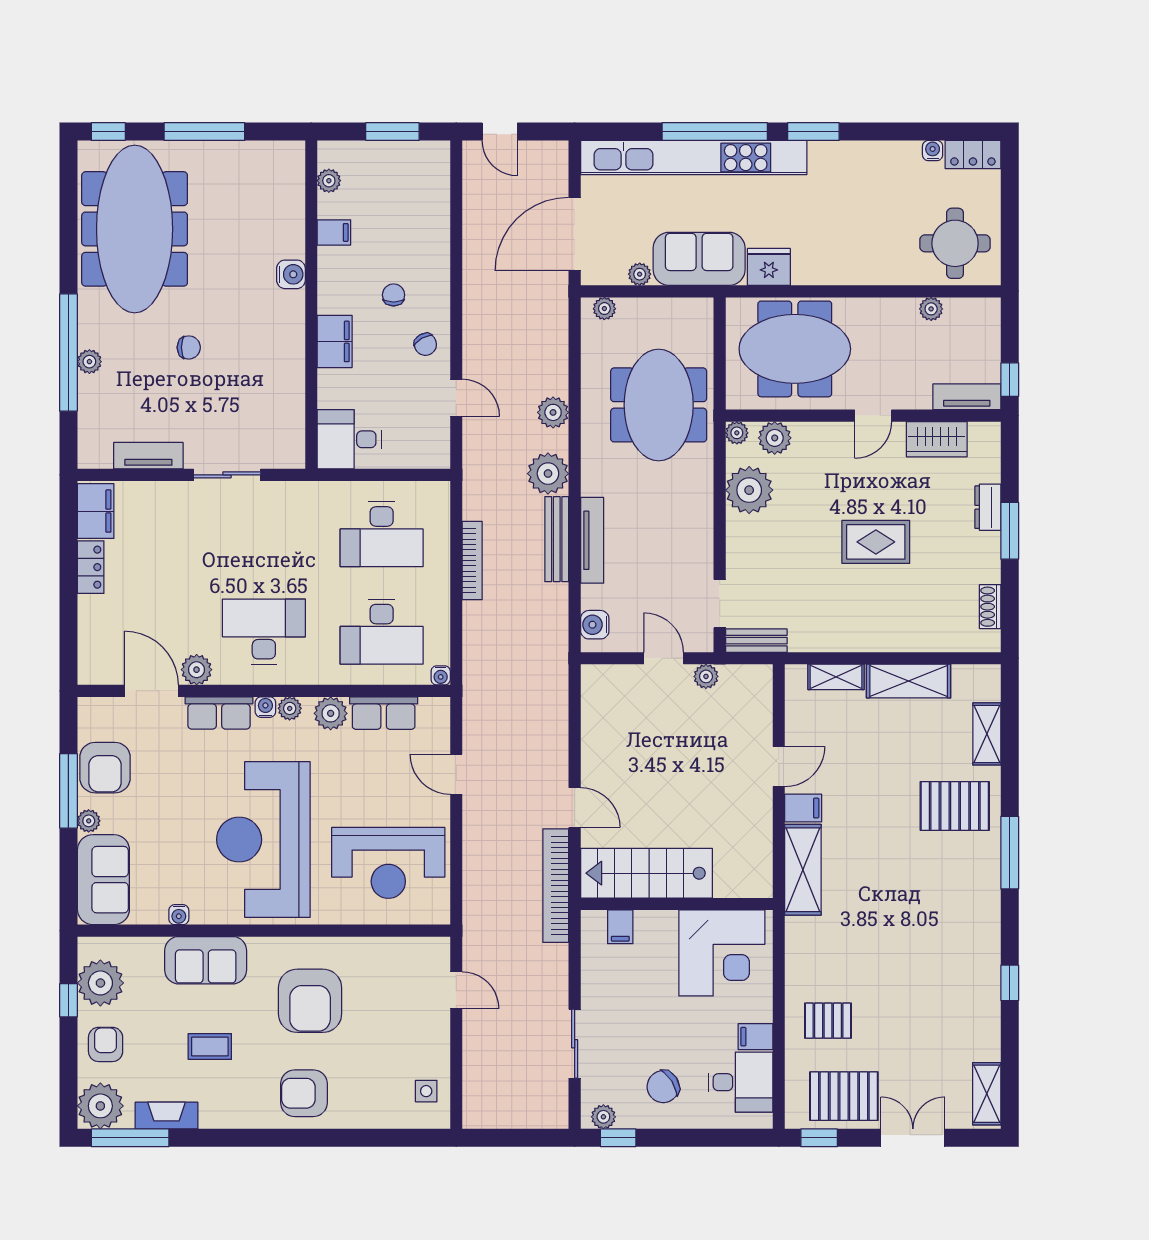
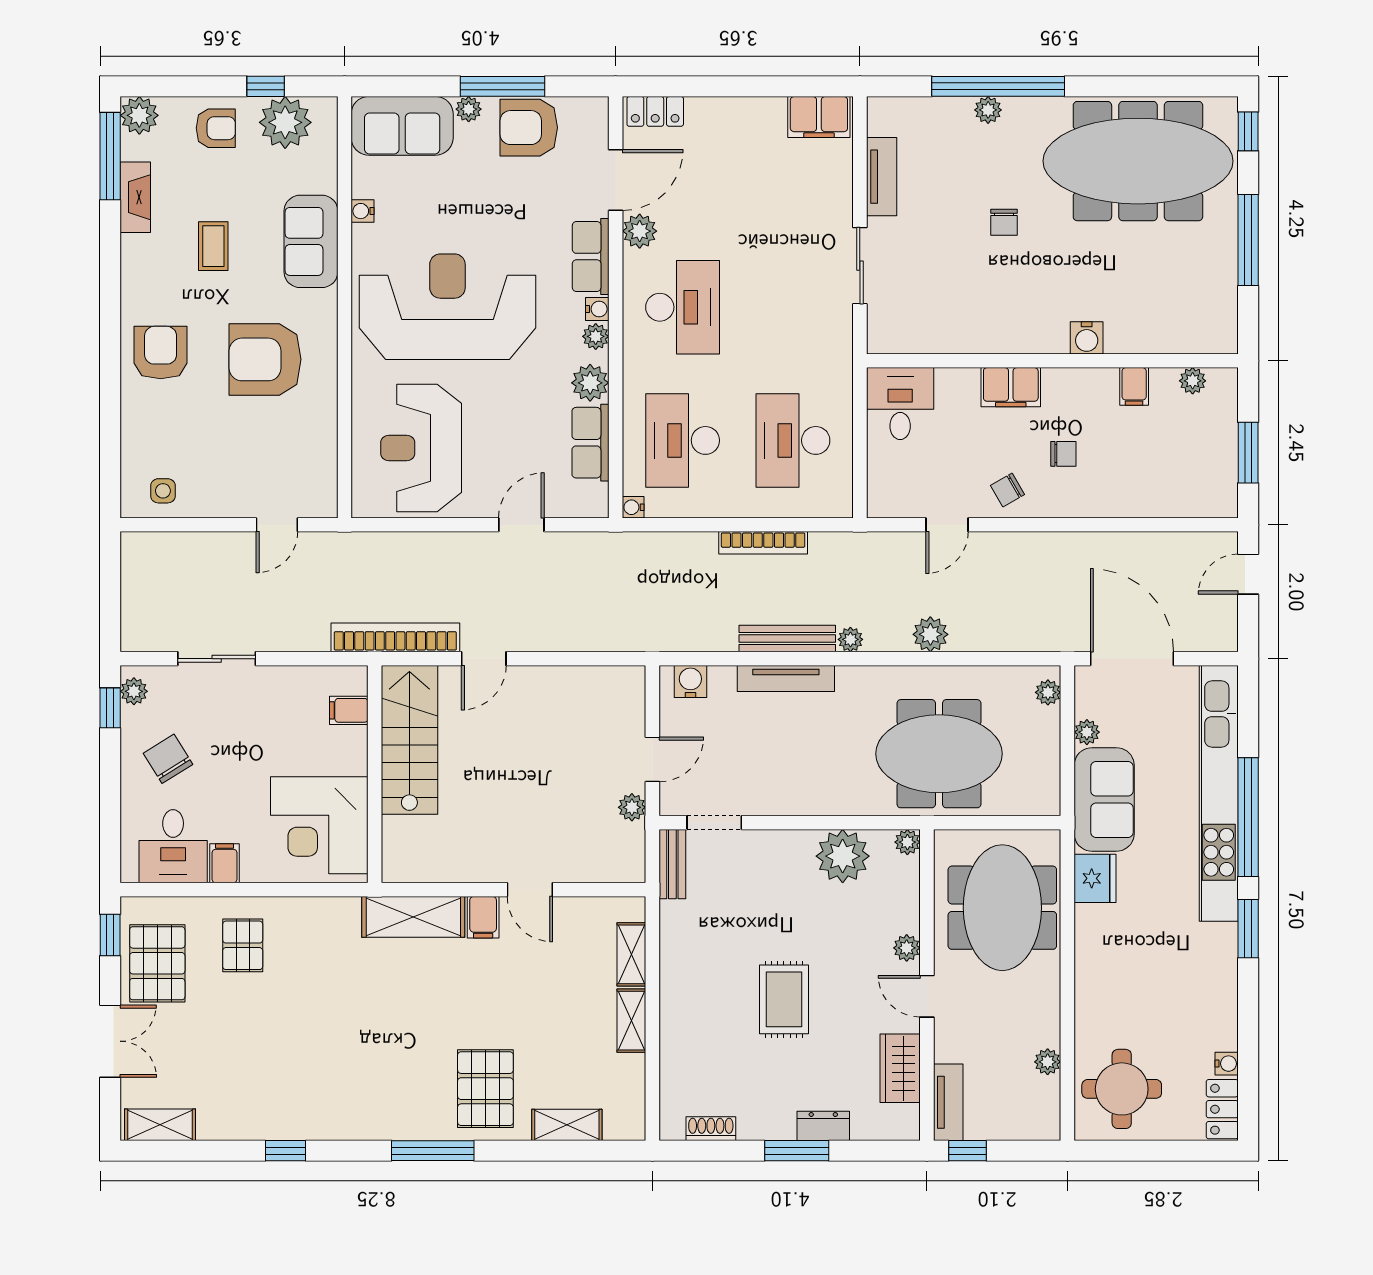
plant: (775, 438) -> (907, 948), moved, width x0.73, depth x0.73
plant: (548, 474) -> (850, 639), width x0.53, depth x0.53
locker: (91, 567) -> (655, 111), moved
shelving: (909, 681) -> (631, 1021), width x0.67, depth x0.75
plant: (100, 1106) -> (139, 115), width x0.73, depth x0.73

